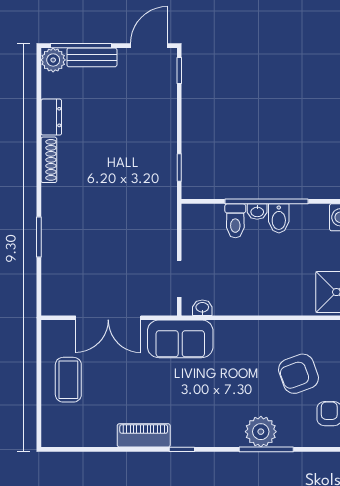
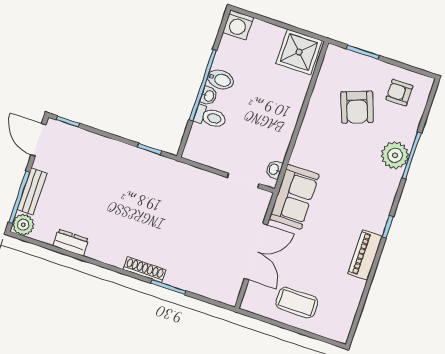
shoe rack: (49, 160) -> (145, 270), moved

